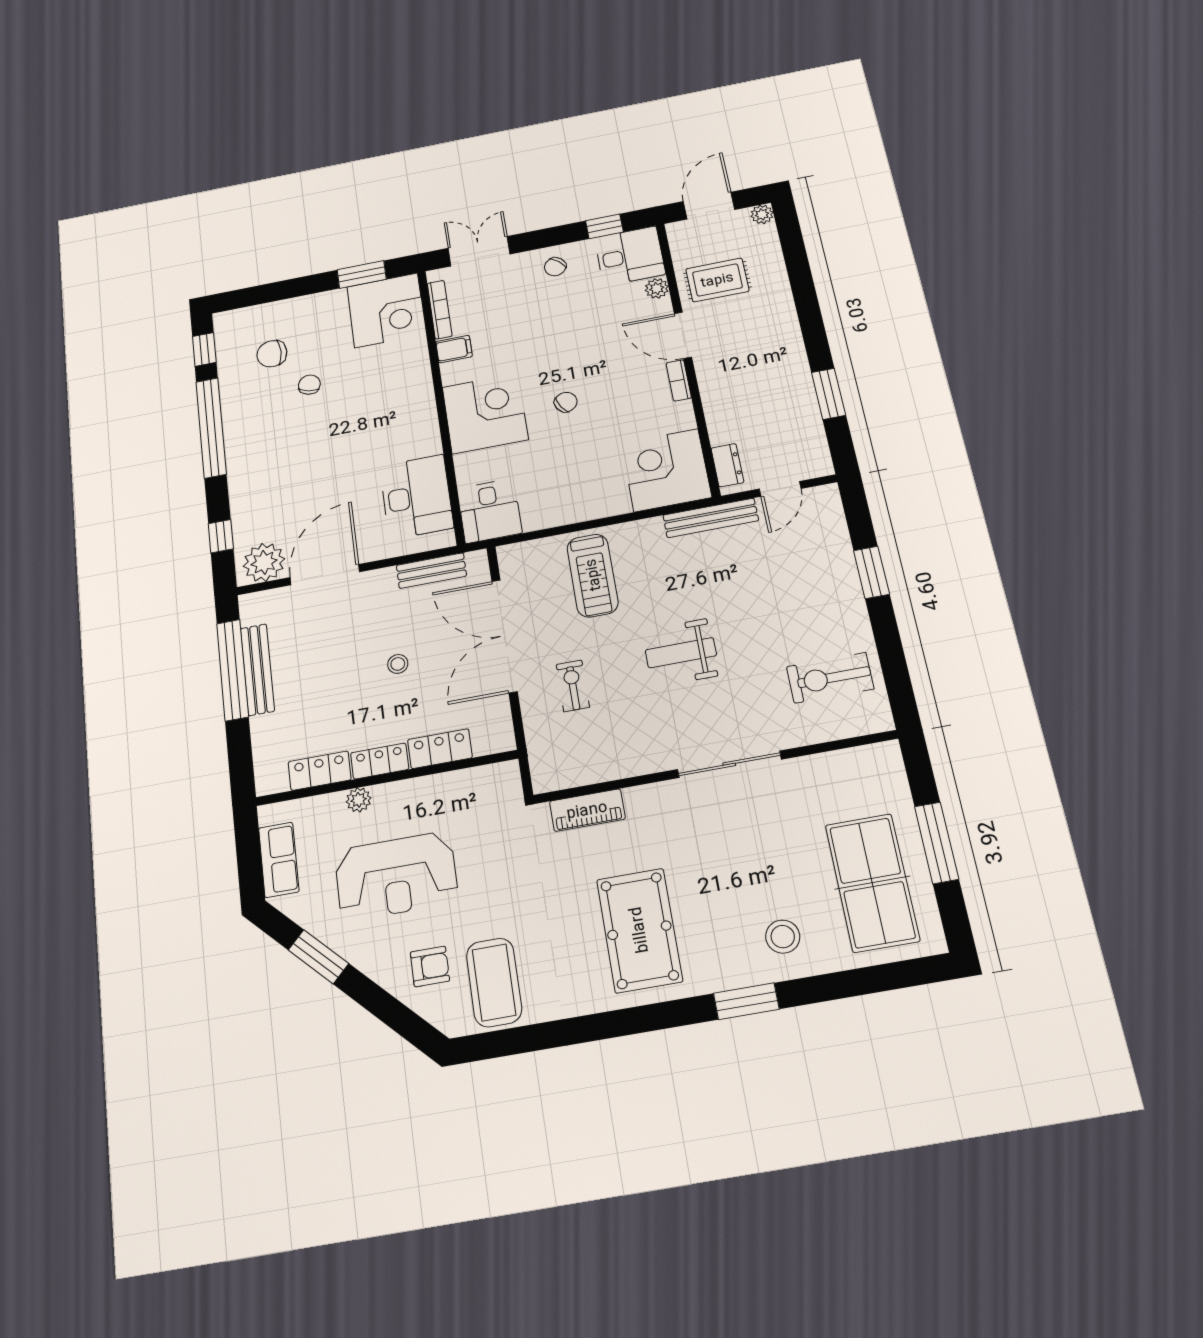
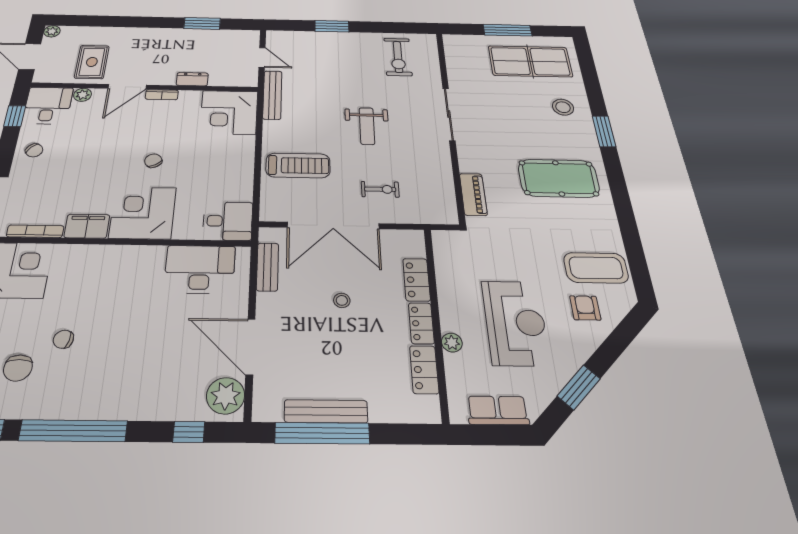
filing cabinet: (454, 349) -> (87, 226), width x2.00
dresser: (727, 465) -> (192, 79), moved
exercise bike: (573, 686) -> (380, 189), turned 180

